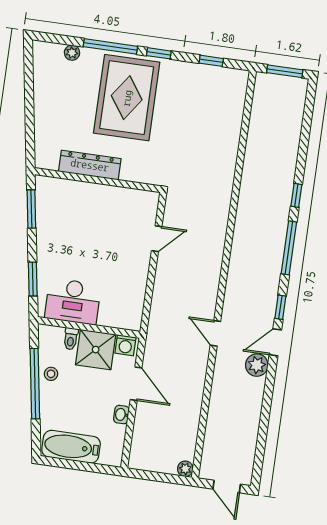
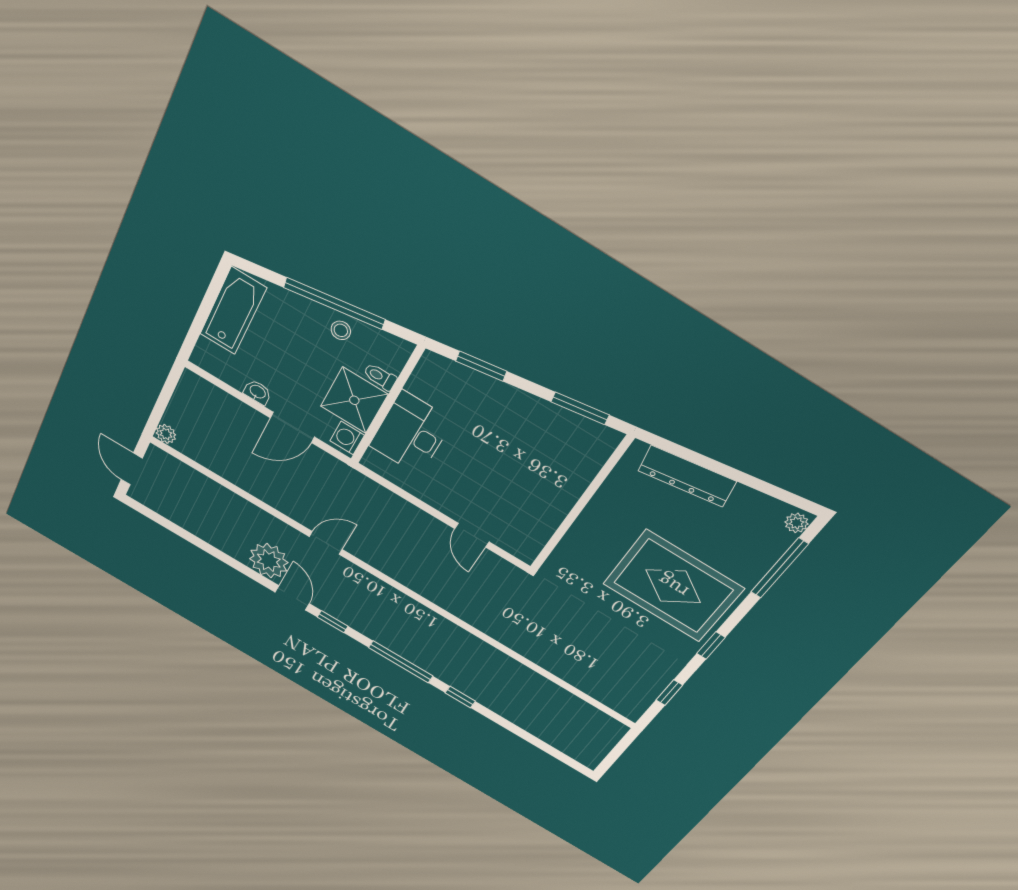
window: (110, 46) -> (779, 568), moved
plant: (72, 53) -> (797, 523), moved
window: (285, 71) -> (615, 754), removed
dresser: (90, 165) -> (687, 476), moved, turned 81
desk: (73, 301) -> (411, 433), moved
plant: (257, 365) -> (269, 561), width x1.36, depth x1.36
door: (227, 487) -> (132, 469), hinge flipped

